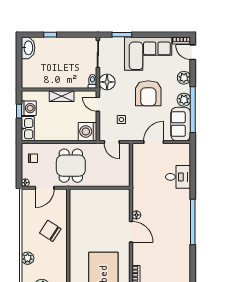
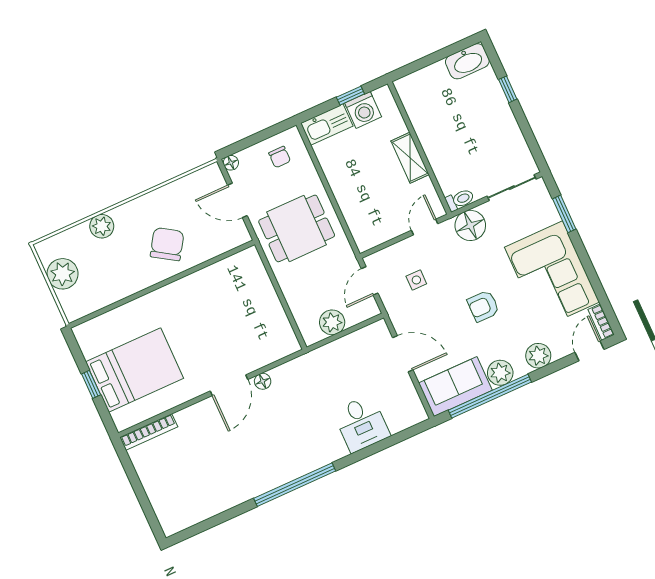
armchair: (148, 93) -> (483, 306), width x0.53, depth x0.53
washing machine: (88, 131) -> (369, 231), removed
plant: (123, 169) -> (332, 322), added

